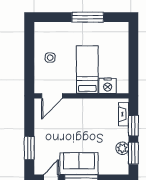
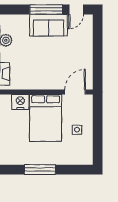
bed: (87, 70) -> (46, 118), width x1.50
window: (29, 148) -> (98, 41), removed

